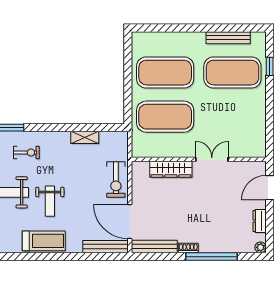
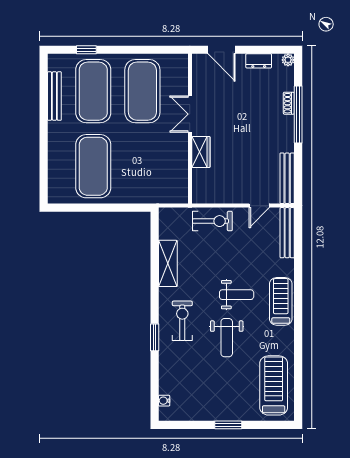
exercise mat: (165, 117) -> (142, 91), moved
shelving: (85, 137) -> (168, 263), width x1.50, depth x1.33
exercise bike: (26, 152) -> (182, 321), width x1.38, depth x1.39
wardrobe: (171, 169) -> (201, 152), width x0.67
door: (130, 222) -> (259, 206), width x0.53
shoe rack: (188, 248) -> (289, 103), moved

